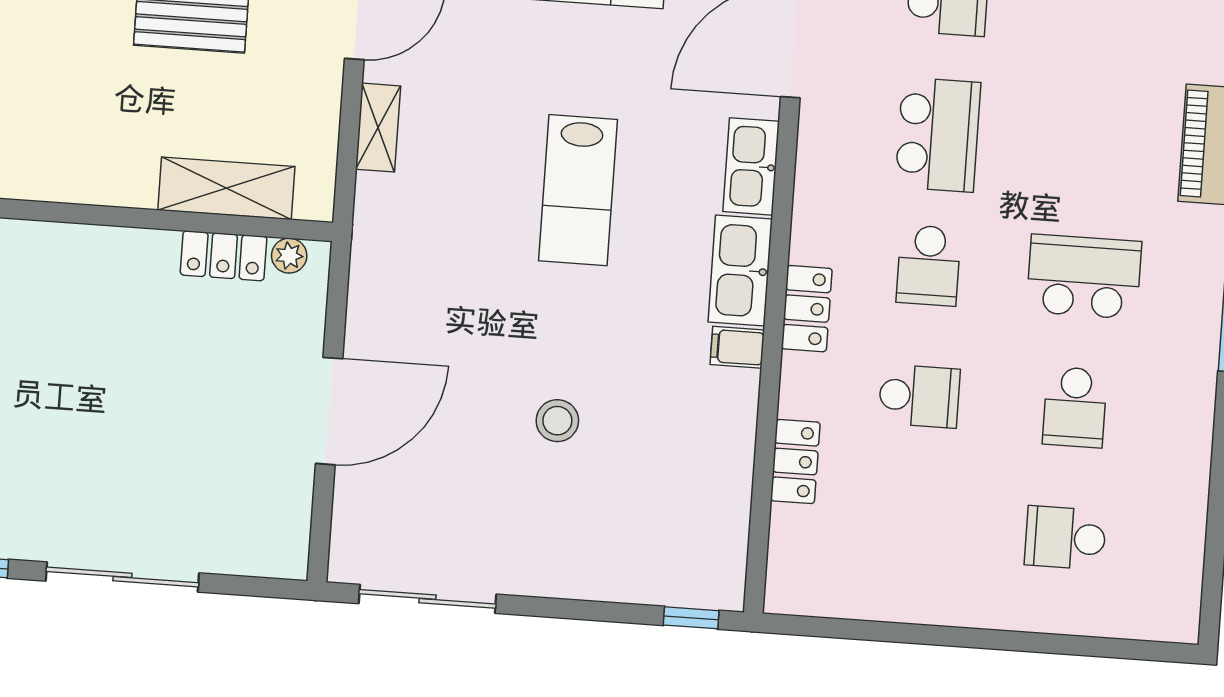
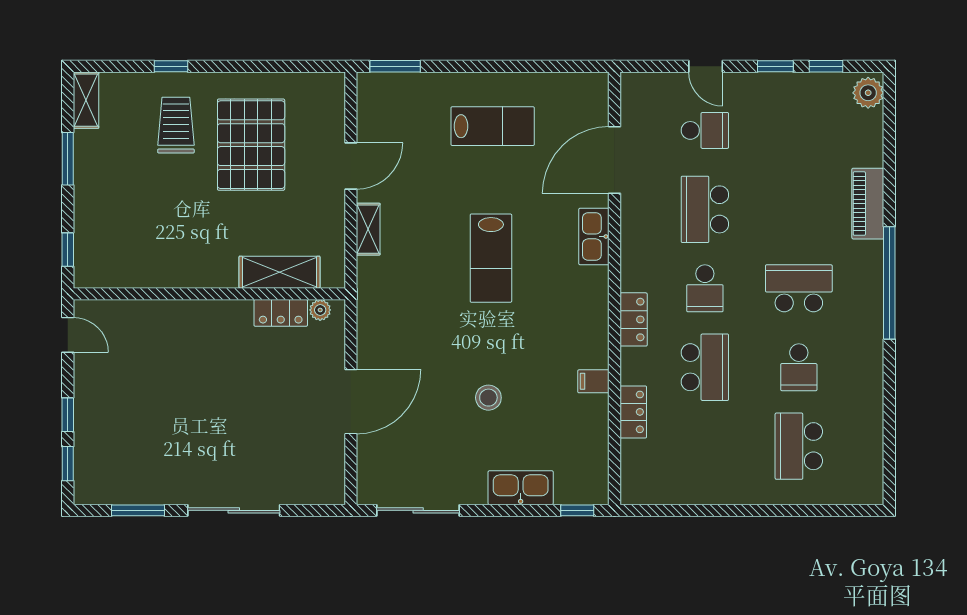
school desk: (938, 135) -> (705, 209), turned 180
kitchen sink: (740, 271) -> (521, 488), moved, turned 90
filing cabinet: (737, 347) -> (593, 381), moved
school desk: (919, 396) -> (705, 367), width x1.85
school desk: (1065, 538) -> (799, 446), width x1.85

